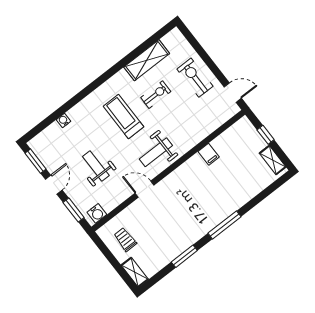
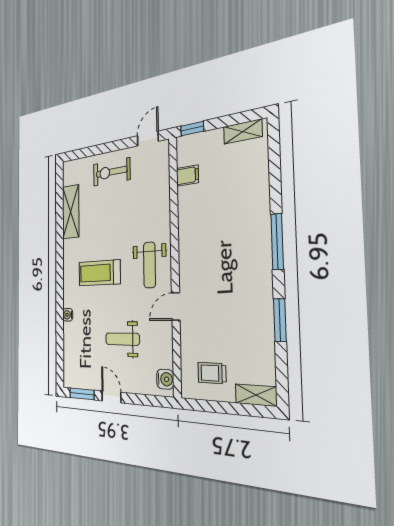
exercise bike: (156, 95) -> (101, 224), removed
water cooler: (64, 120) -> (68, 315), moved
window: (266, 135) -> (192, 129), moved
filing cabinet: (209, 154) -> (187, 176), moved
window: (74, 210) -> (146, 400), removed

